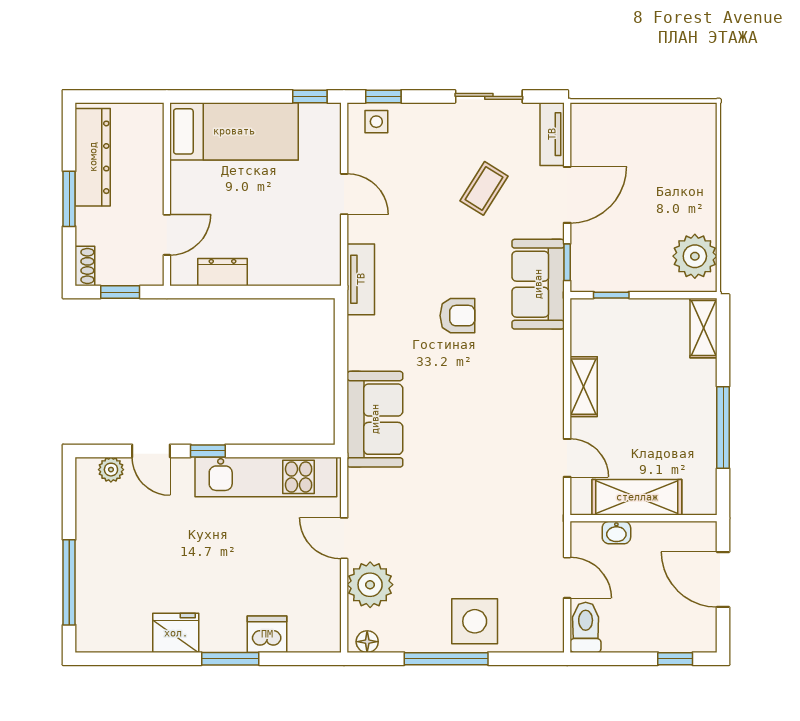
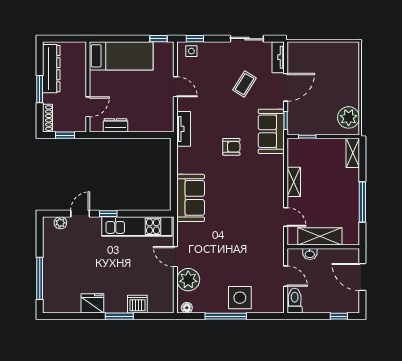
shoe rack: (85, 266) -> (48, 118), width x1.43
door: (151, 451) -> (80, 214), swing flipped

